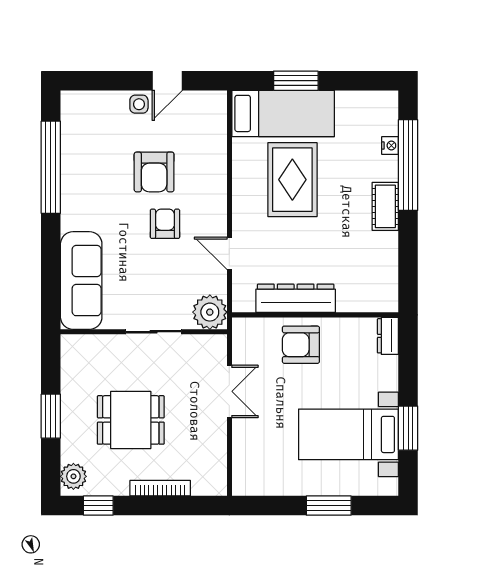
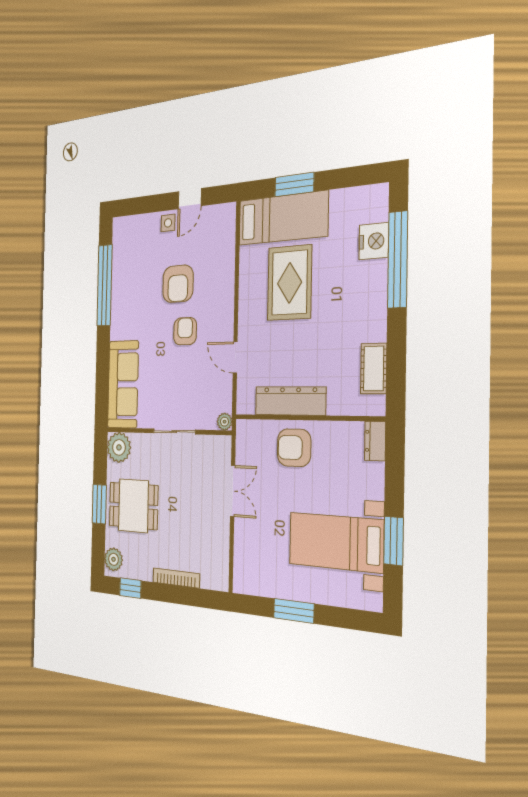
nightstand: (390, 146) -> (374, 241), width x1.89, depth x1.79
cot: (385, 206) -> (374, 369), moved
plant: (210, 312) -> (225, 422), width x0.53, depth x0.53
plant: (77, 351) -> (119, 447), added
dining table: (131, 420) -> (133, 506), moved
window: (329, 506) -> (294, 611), moved

